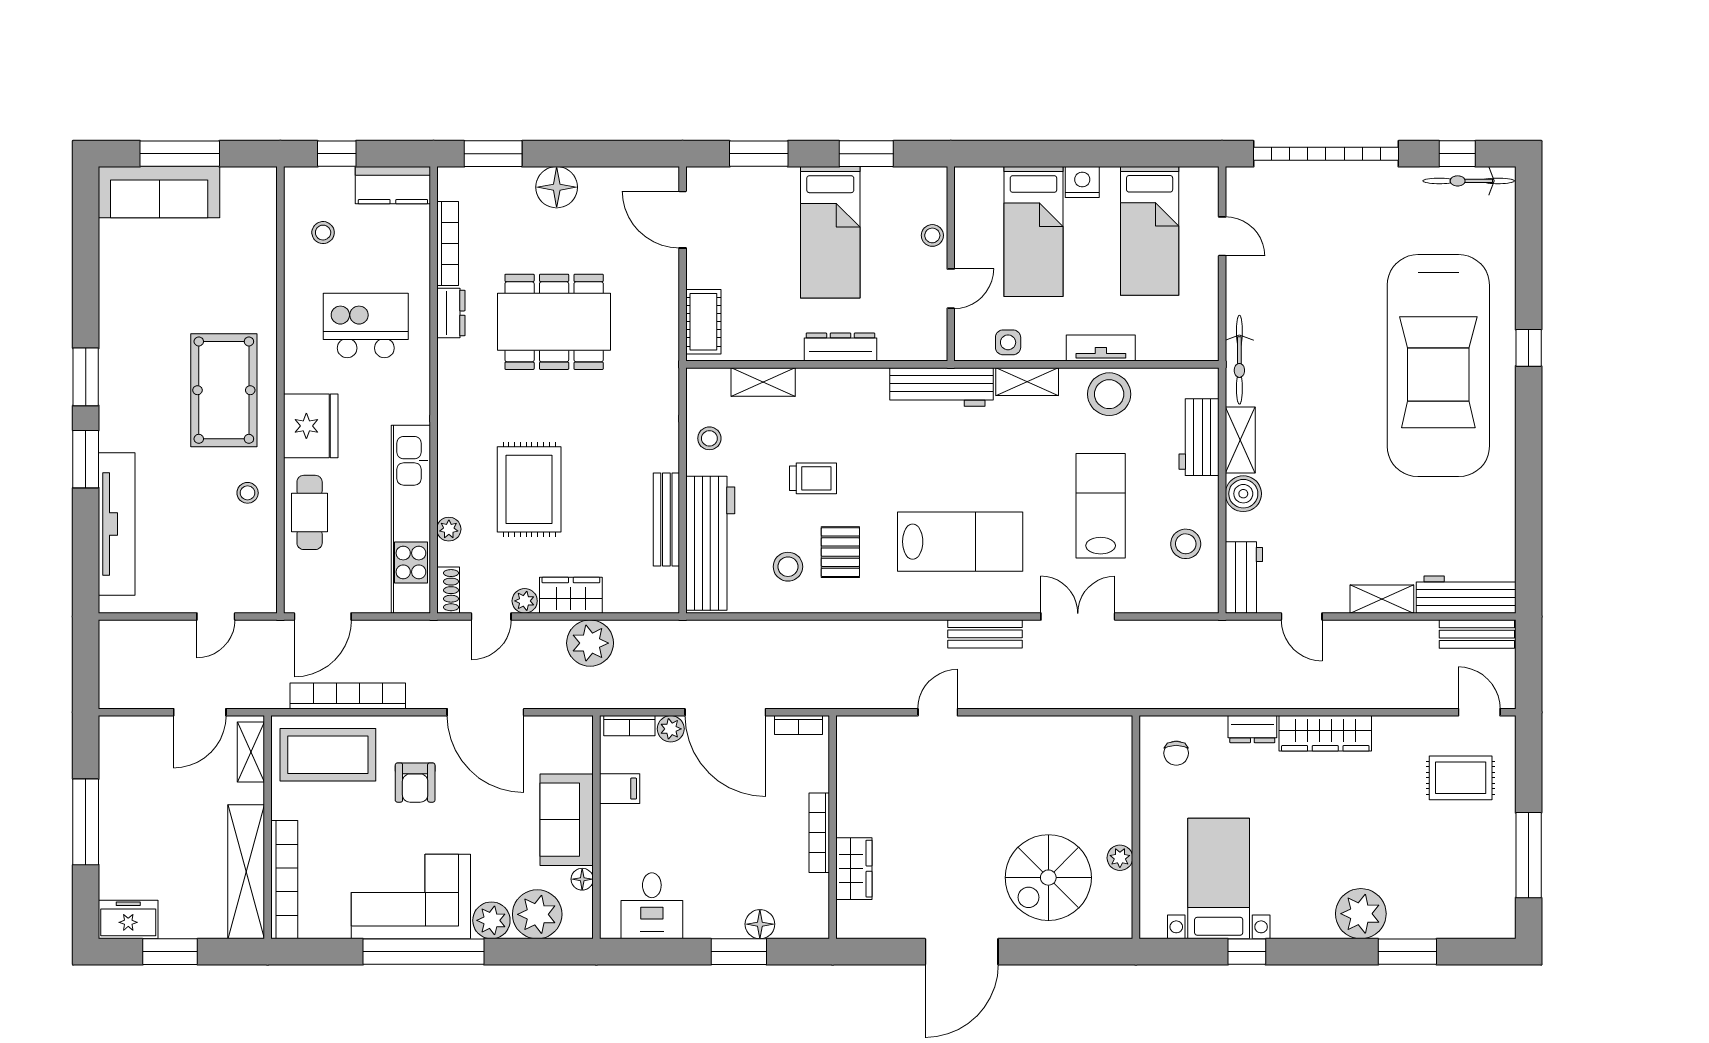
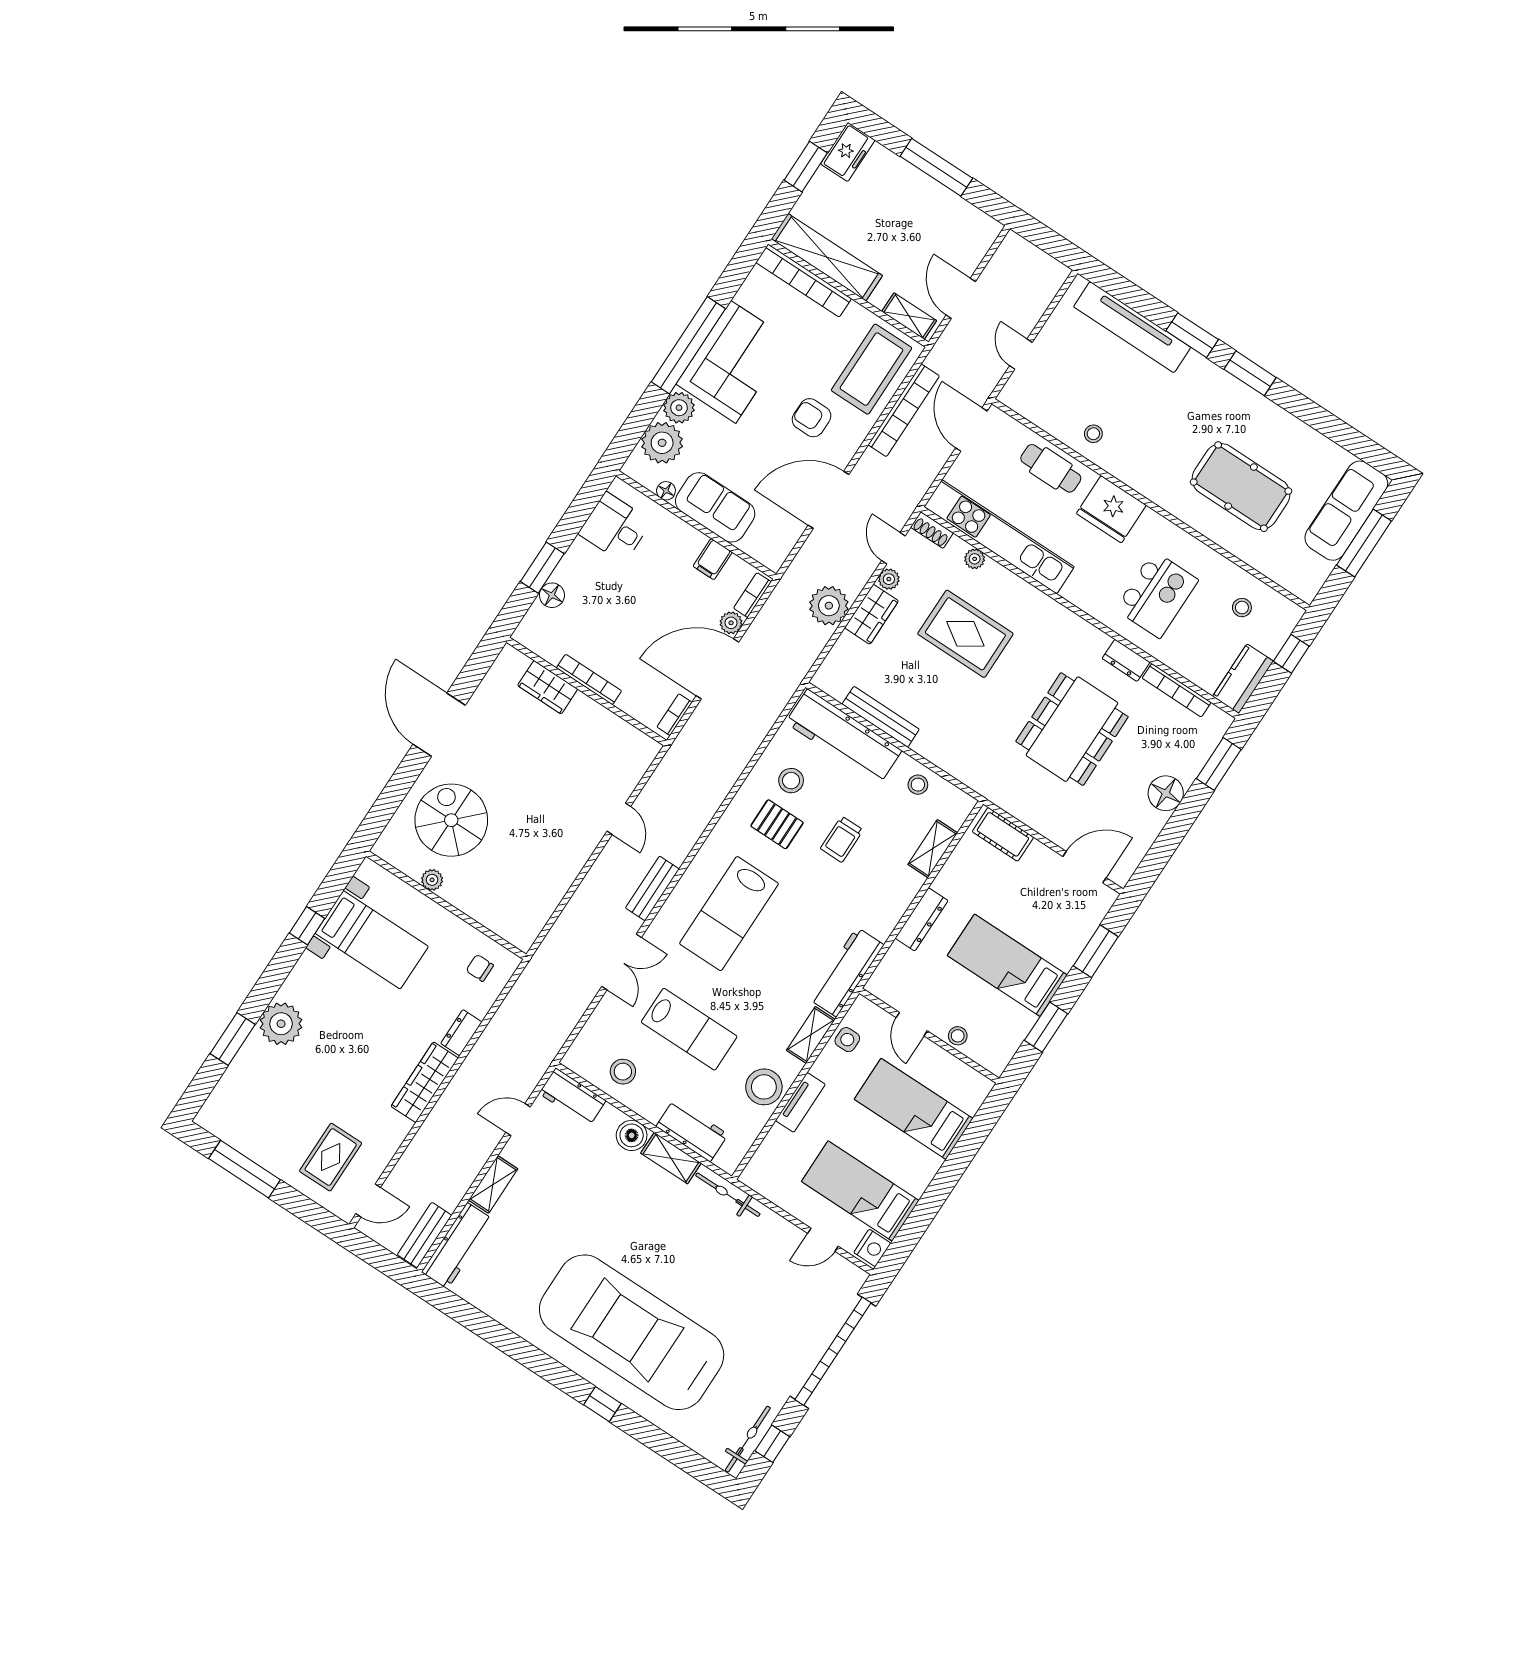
nightstand: (1082, 182) -> (872, 1248), moved
pool table: (224, 390) -> (1241, 487), moved

